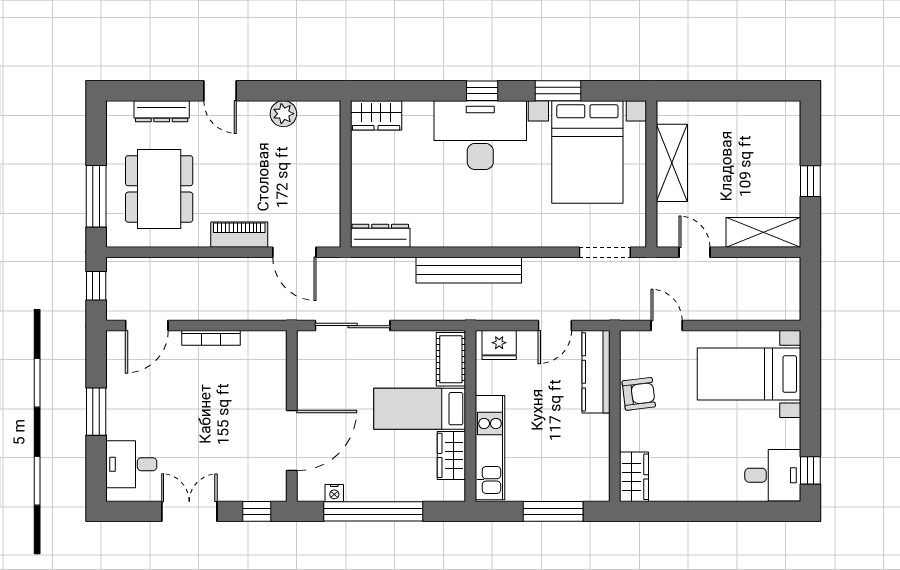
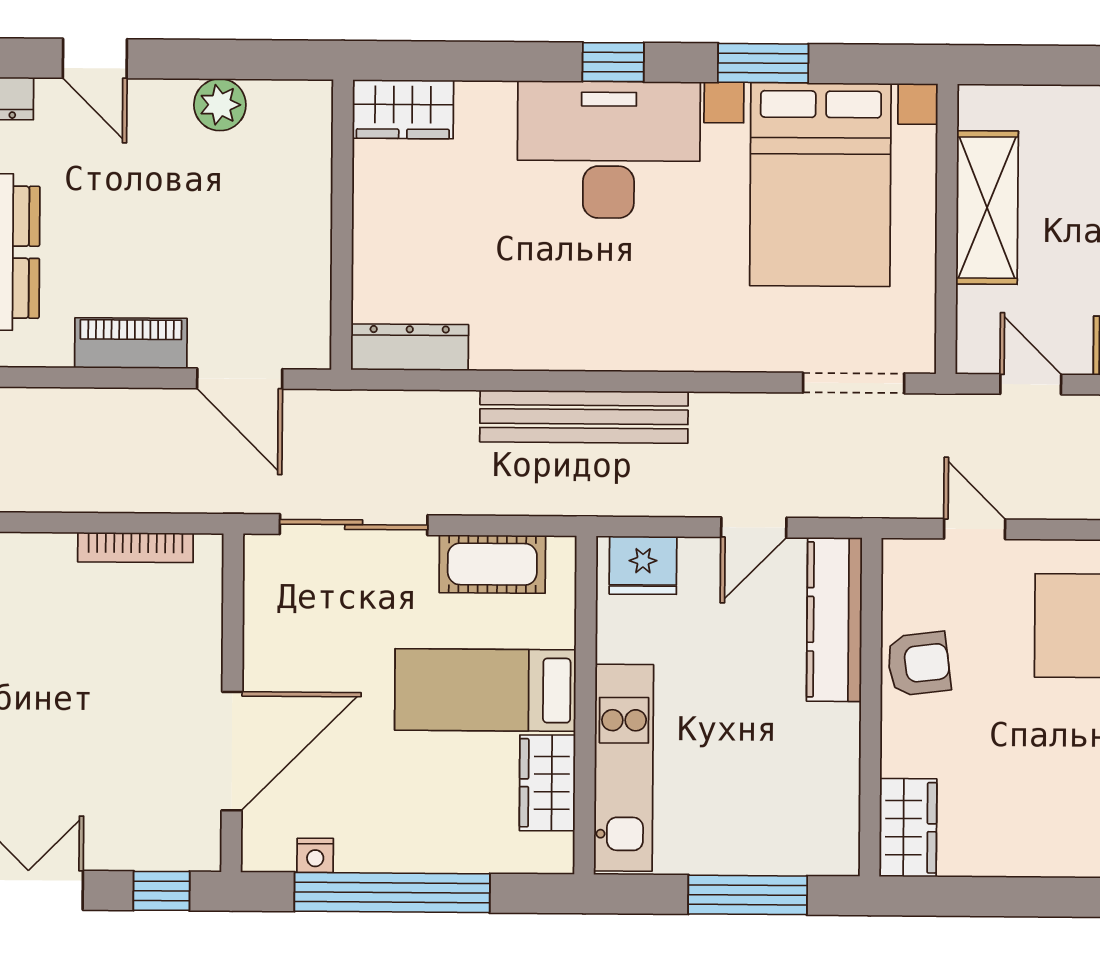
bookcase: (211, 338) -> (135, 548), moved
cot: (451, 359) -> (492, 564), moved, turned 90

